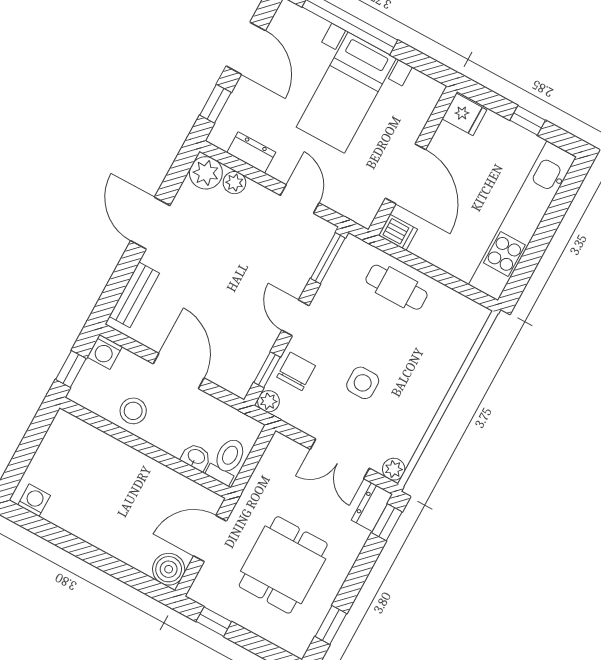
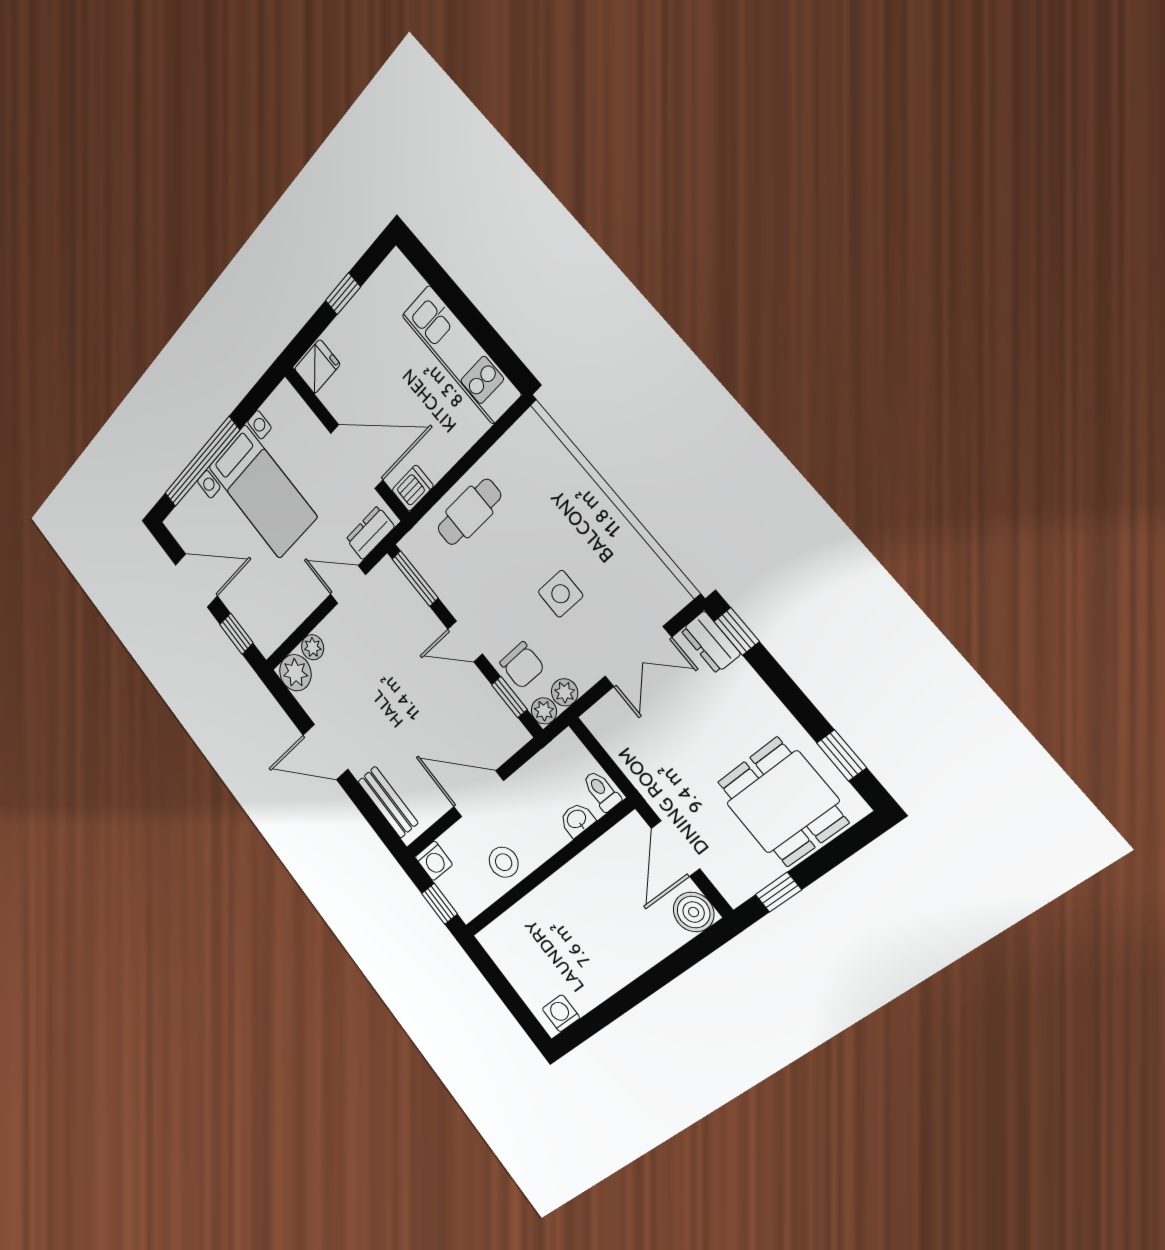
dresser: (251, 153) -> (370, 533), moved
kitchen unit: (522, 221) -> (461, 355), width x0.73
chair: (296, 371) -> (522, 665), turned 180
toilet: (227, 461) -> (602, 791), width x0.73, depth x0.72
plant: (394, 469) -> (565, 692), moved
dining table: (283, 565) -> (782, 802), moved

